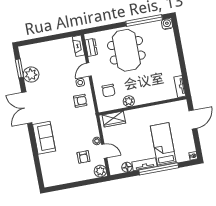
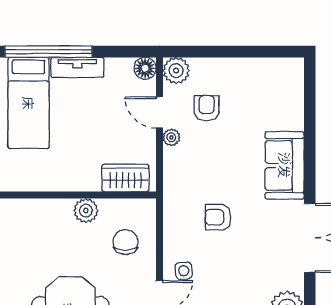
armchair: (80, 101) -> (218, 217), moved
floor lamp: (127, 167) -> (145, 68), moved

